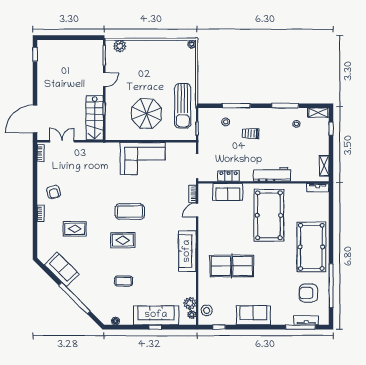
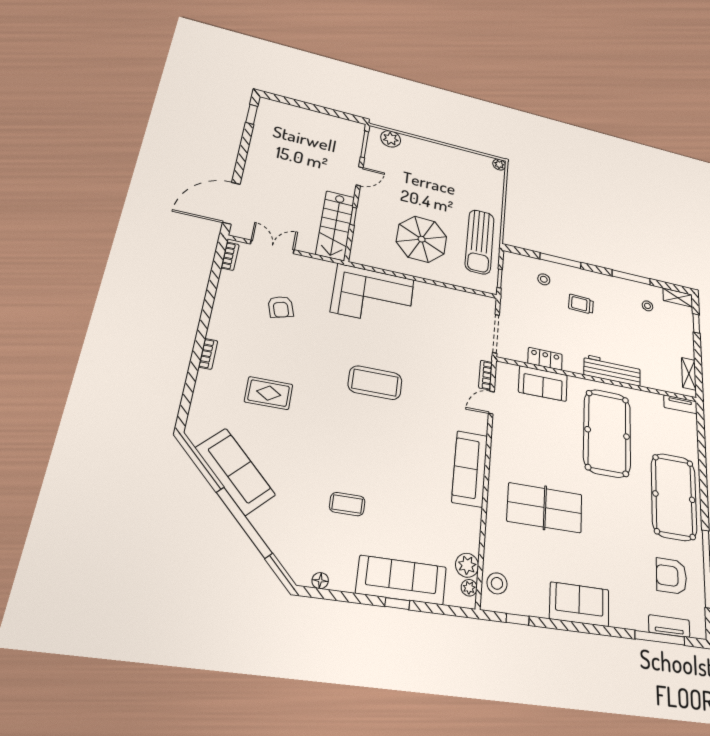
corner sofa: (143, 158) -> (373, 296), moved
armchair: (54, 192) -> (281, 307), moved
rug: (123, 240) -> (356, 429), removed
sofa: (62, 269) -> (235, 472), width x1.36

